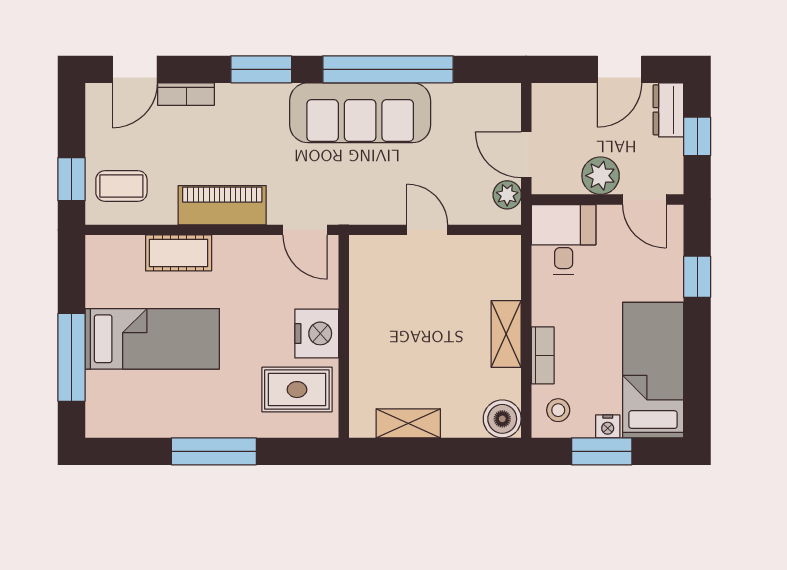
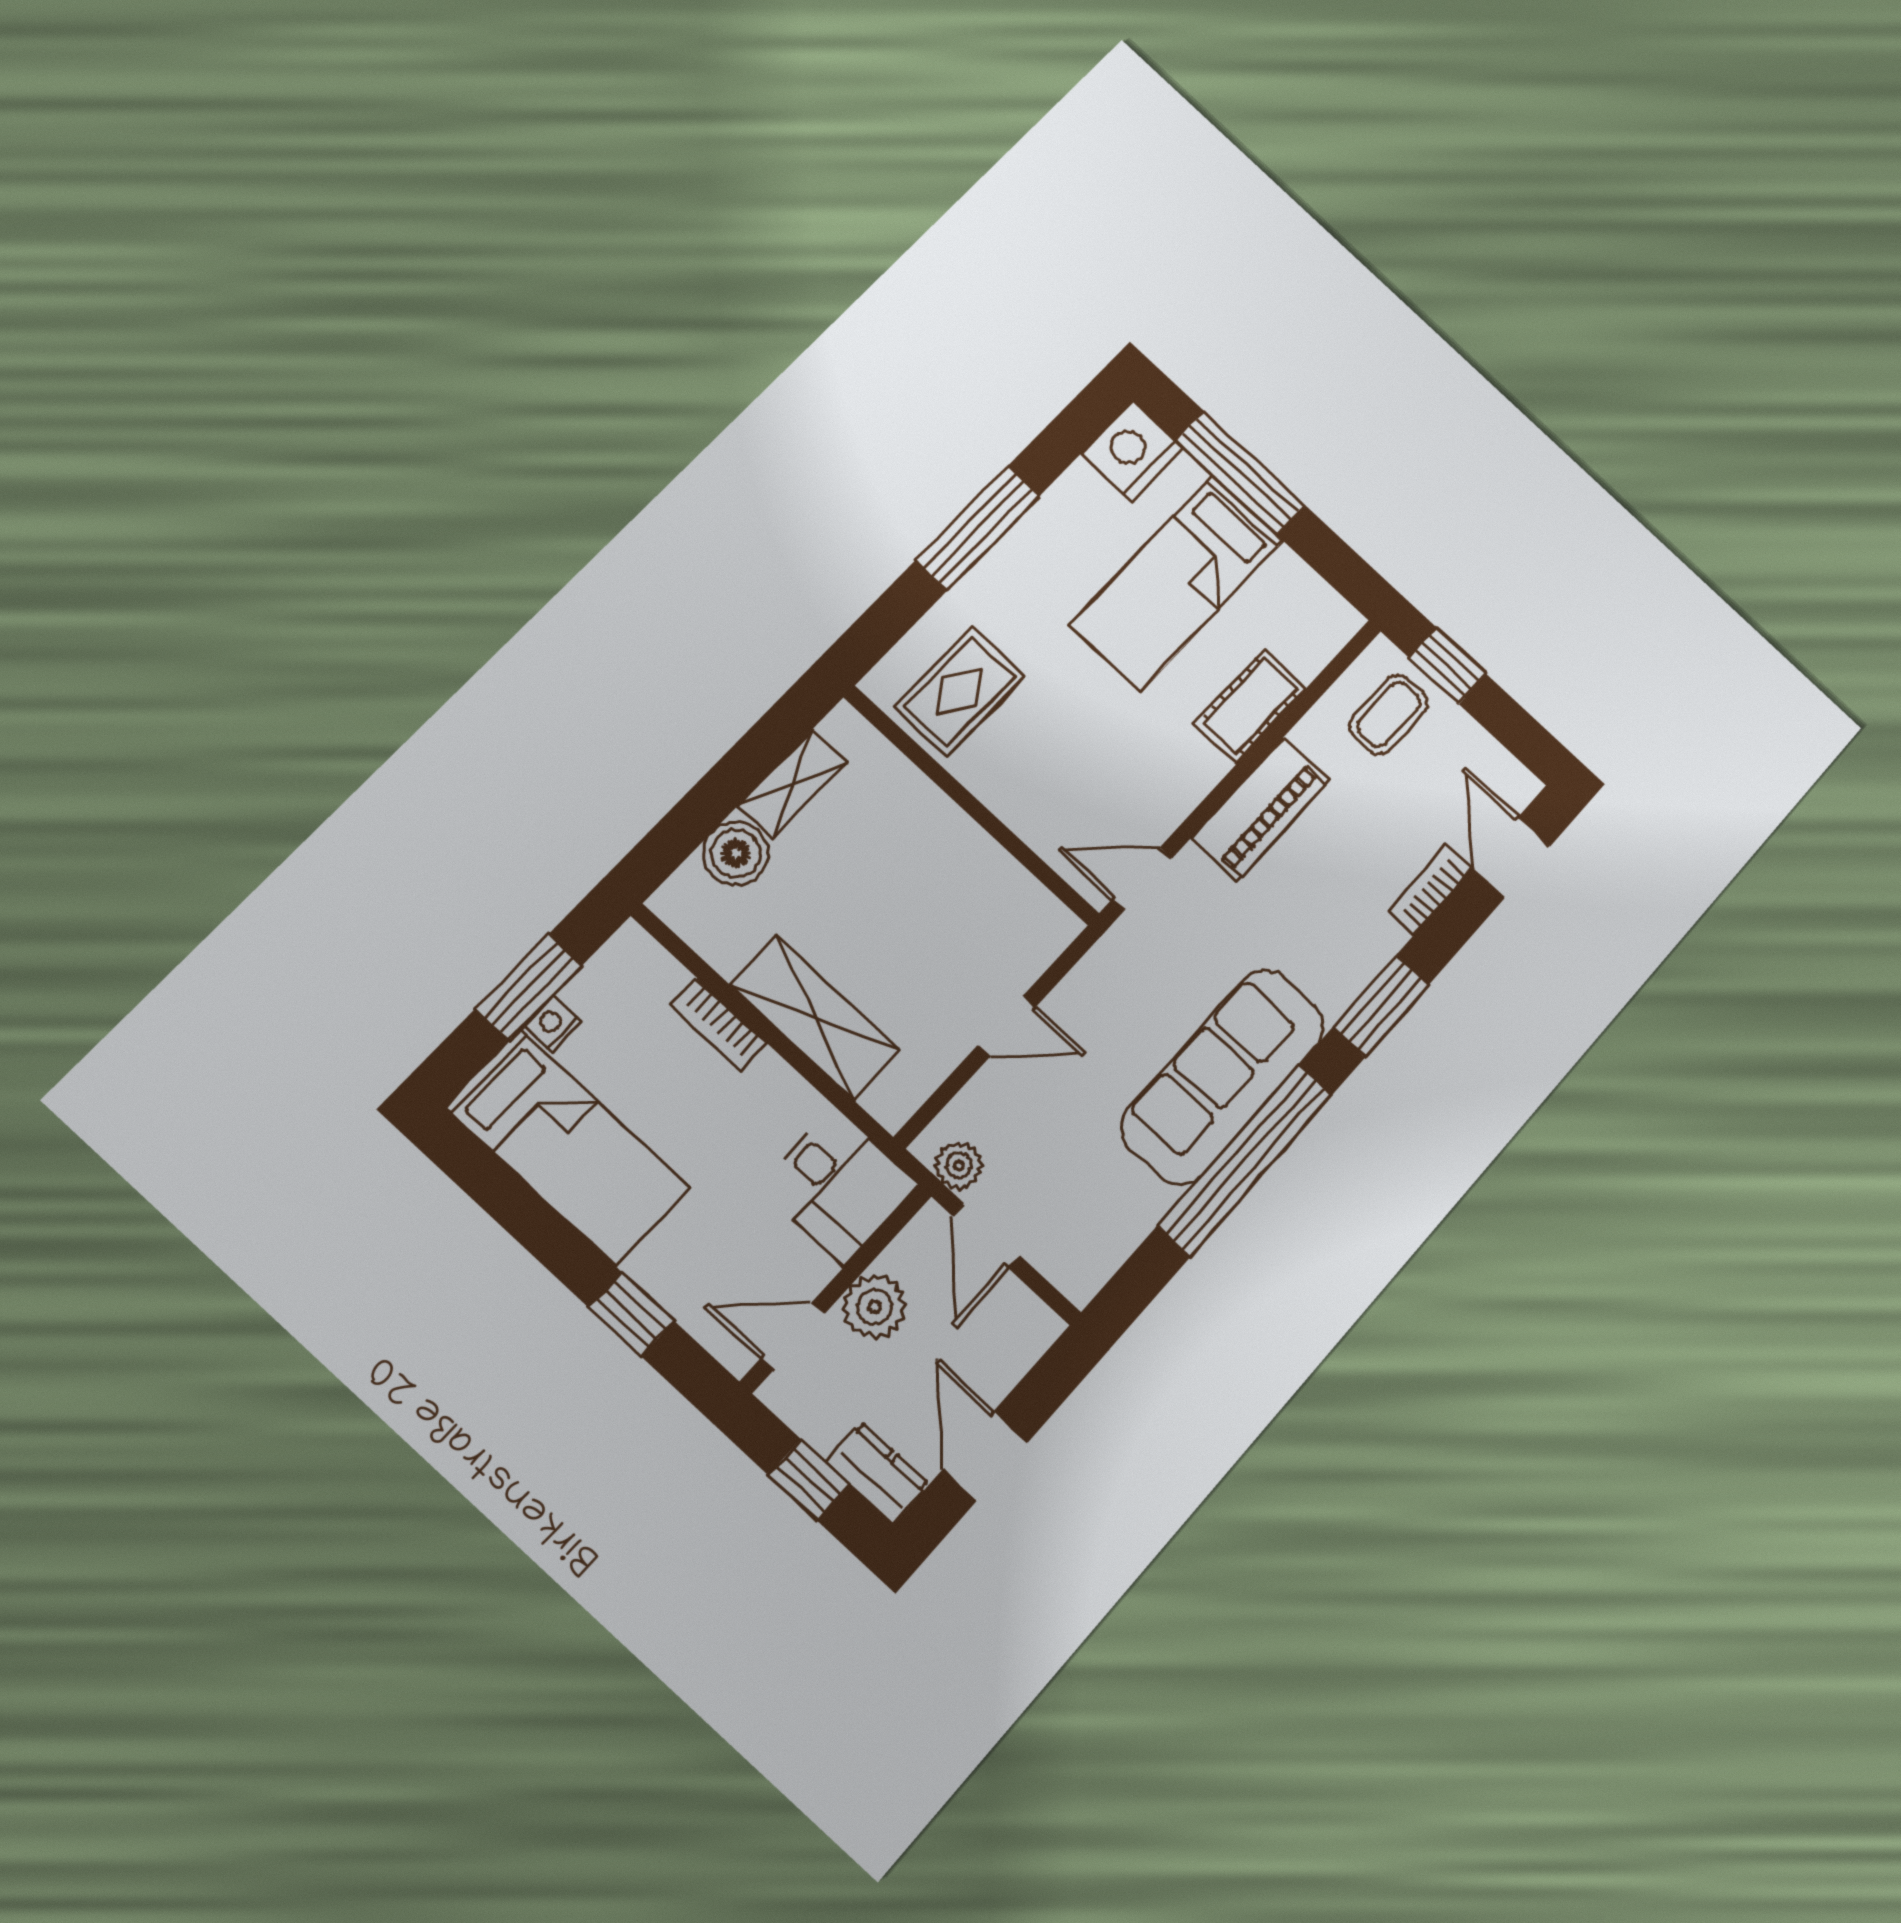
door: (526, 155) -> (986, 1236), swing flipped
nightstand: (317, 333) -> (1132, 451), moved, turned 90
shelving: (506, 334) -> (815, 1017), width x1.50, depth x1.33
stool: (558, 410) -> (633, 981), removed
boiler: (502, 419) -> (736, 853), moved

